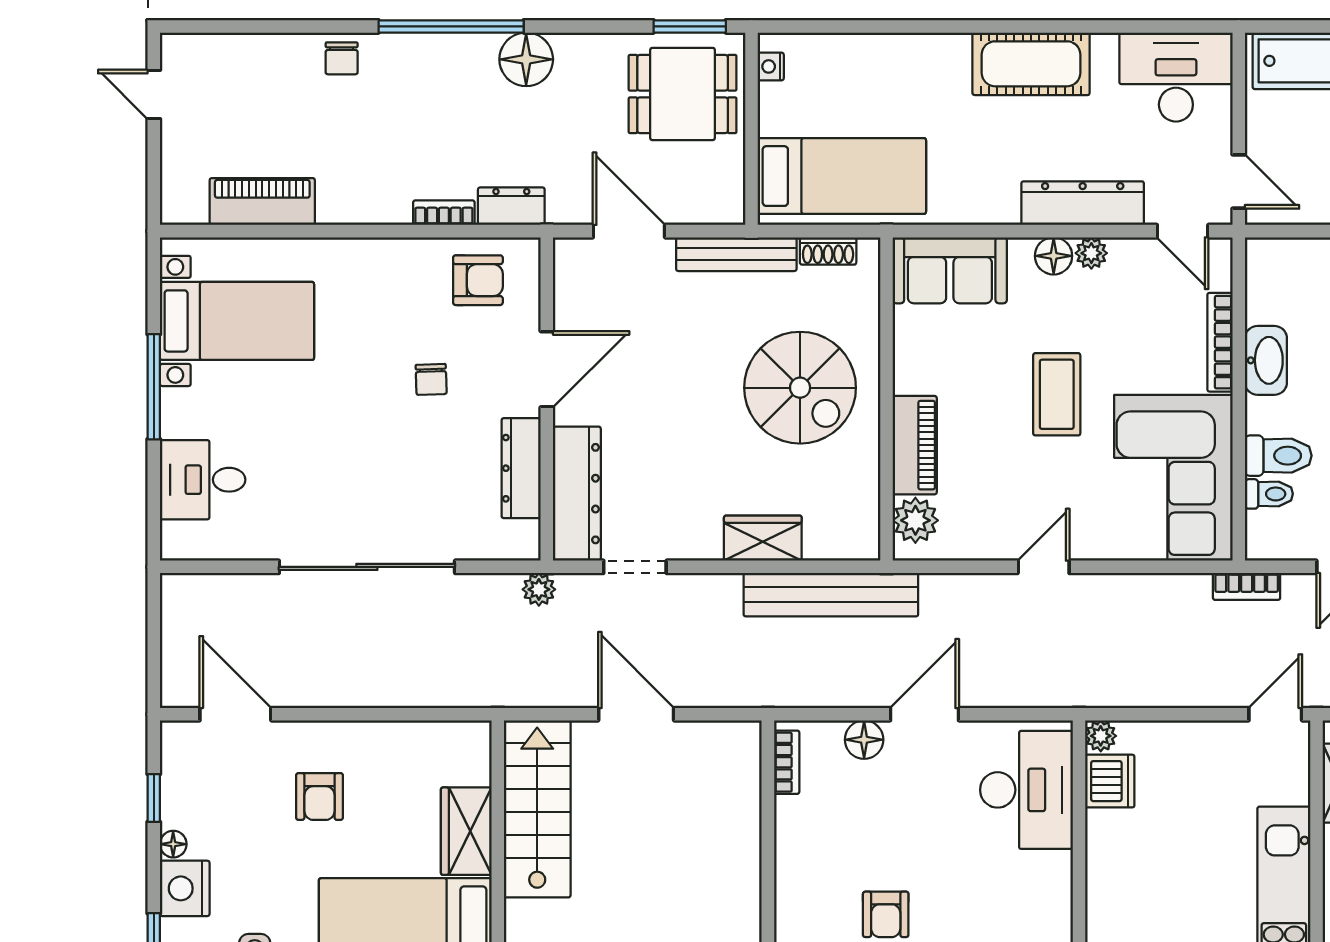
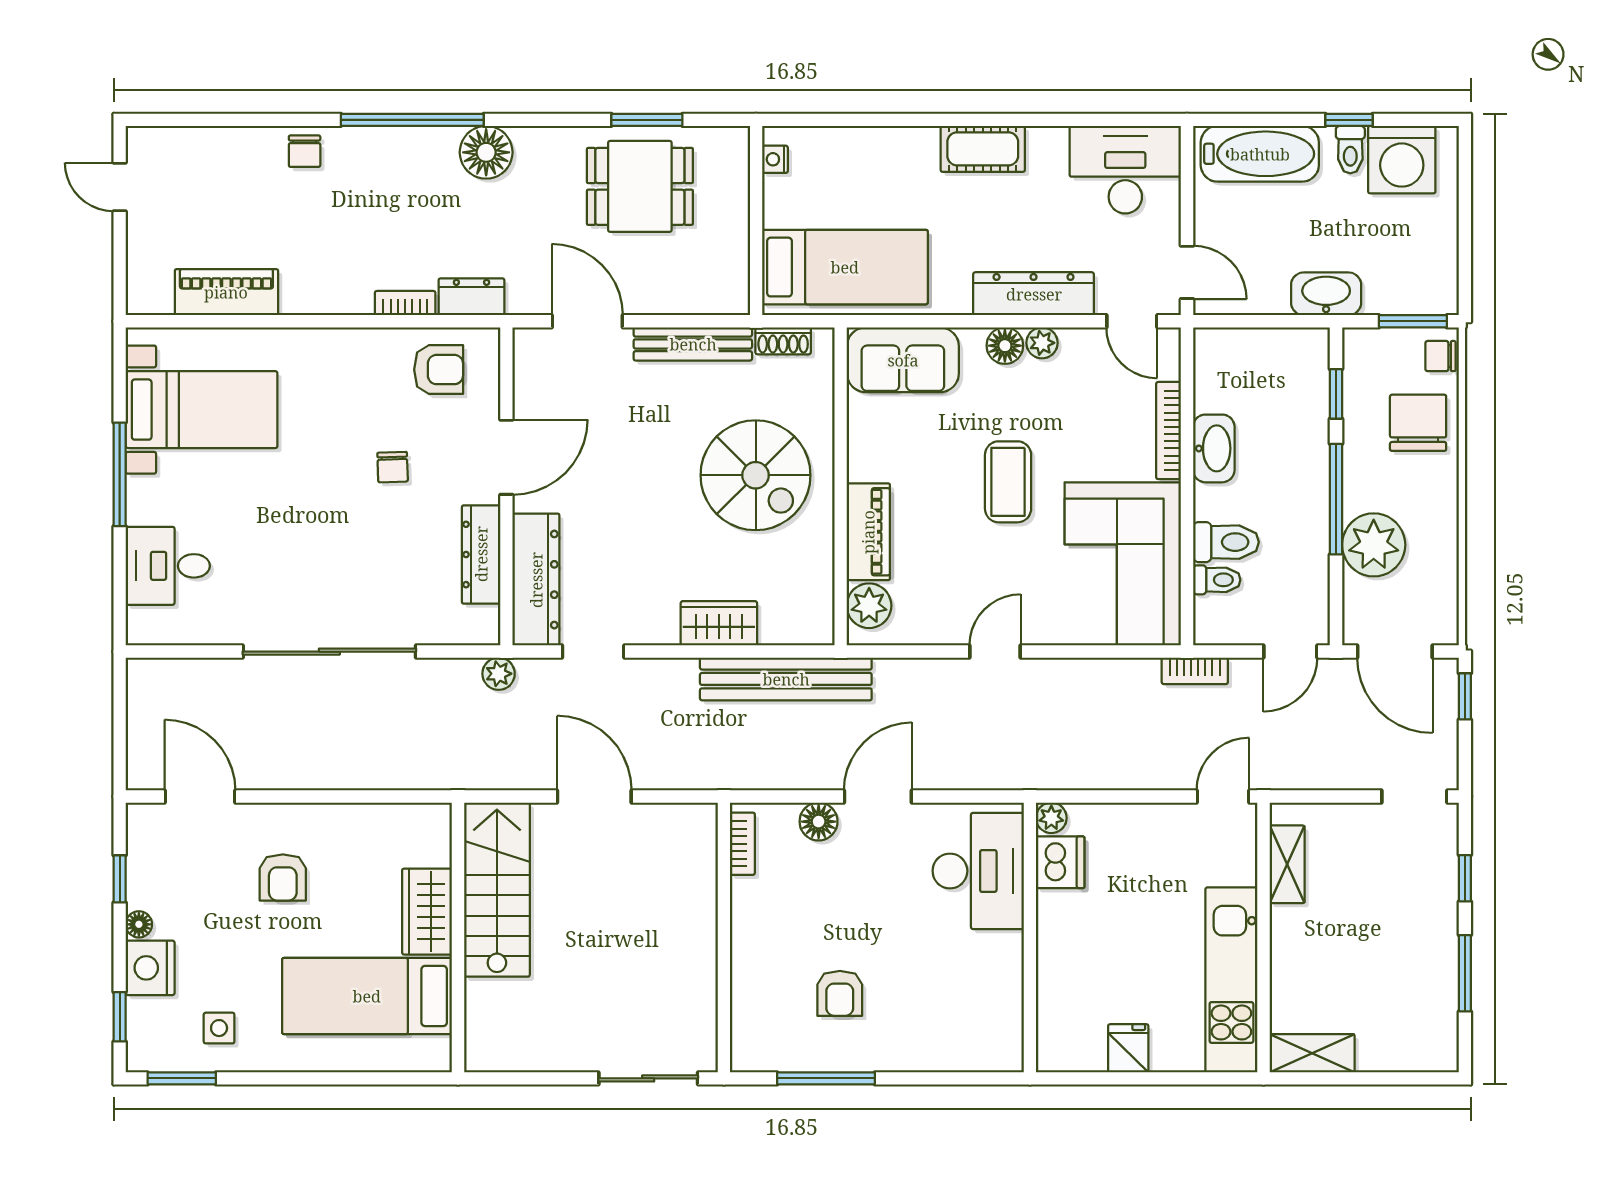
cot: (1031, 64) -> (983, 149), width x0.73, depth x0.75
nightstand: (771, 66) -> (775, 159), moved
wall: (751, 129) -> (756, 221), moved
bed: (842, 176) -> (845, 267), moved

